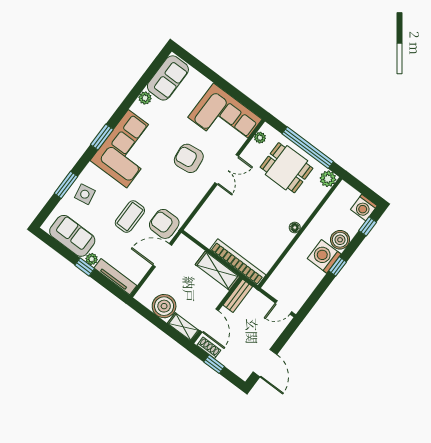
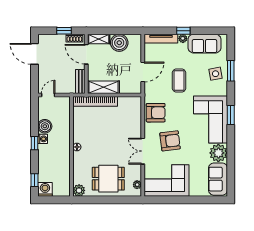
plant: (145, 98) -> (218, 153), width x1.87, depth x1.87
window: (308, 148) -> (105, 200), removed
armchair: (164, 224) -> (156, 113), moved
boiler: (340, 240) -> (45, 126), moved
washing machine: (324, 256) -> (43, 139), width x0.53, depth x0.53

